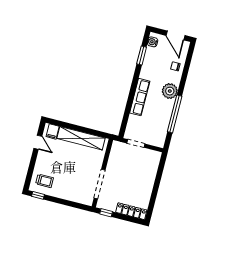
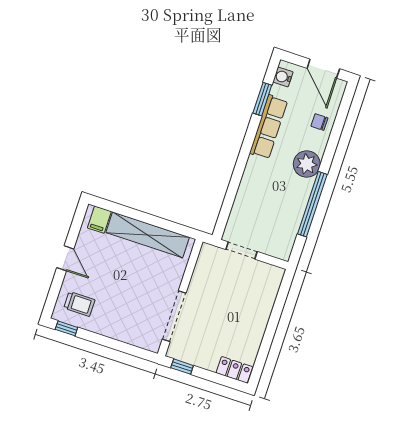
row of seats: (140, 97) -> (269, 127), moved
door: (38, 142) -> (65, 258), moved
locker: (131, 211) -> (234, 370), width x0.66

